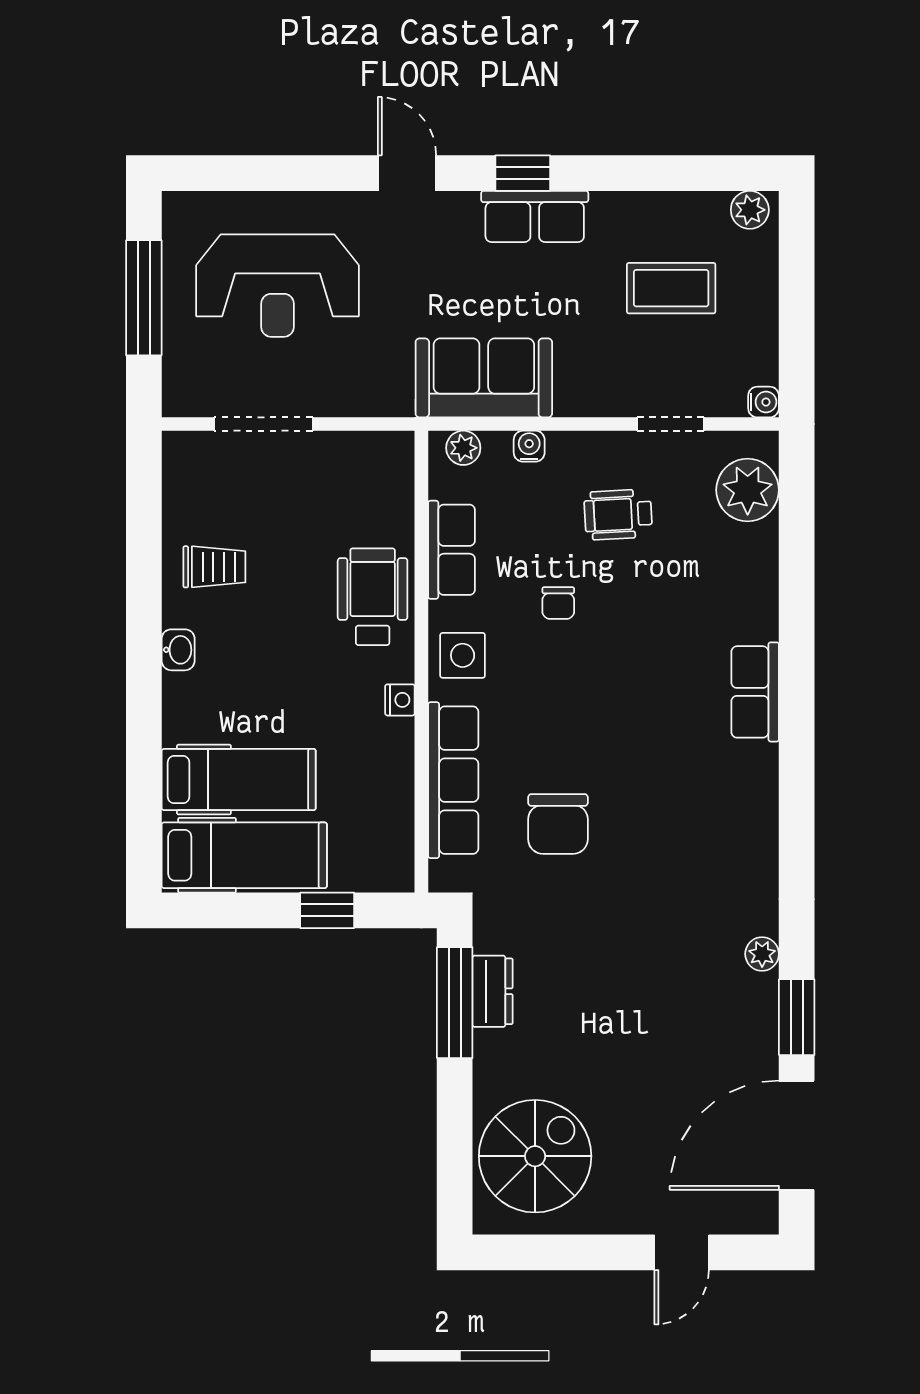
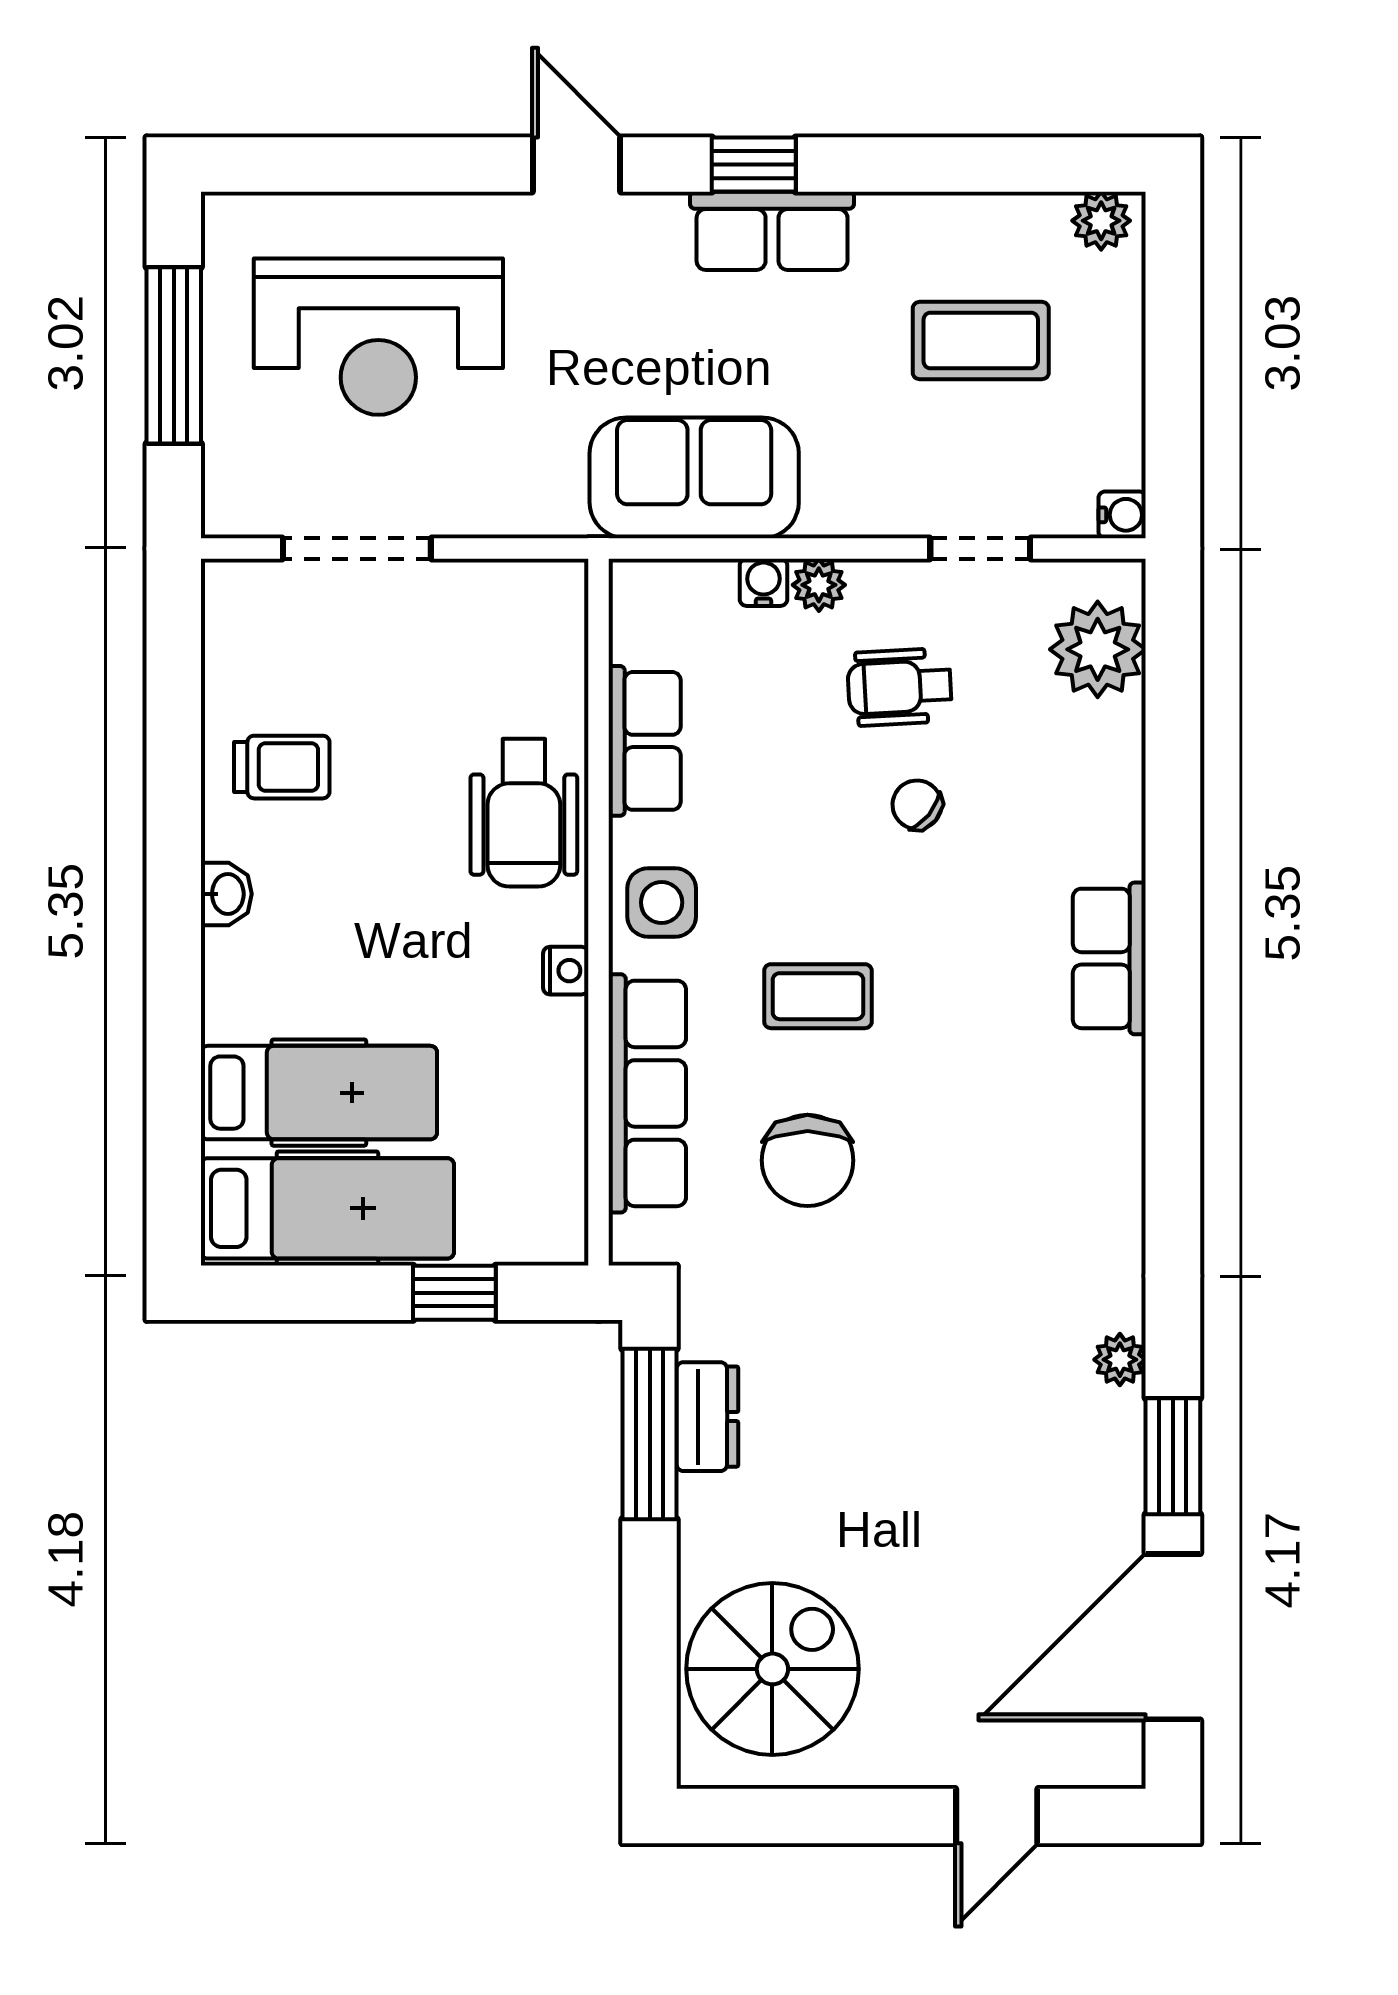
plant: (463, 448) -> (819, 585), moved
wheelchair: (373, 597) -> (524, 813), turned 180
chair: (558, 603) -> (917, 805), moved, turned 129
coffee table: (565, 717) -> (818, 996), added

